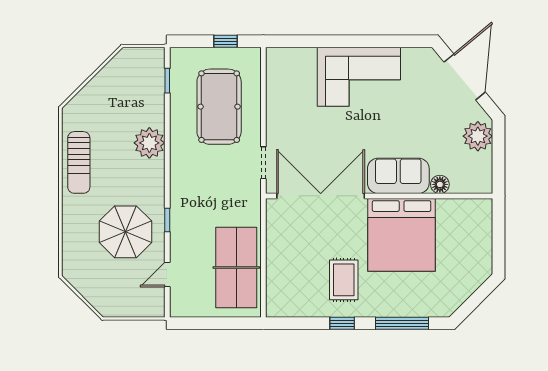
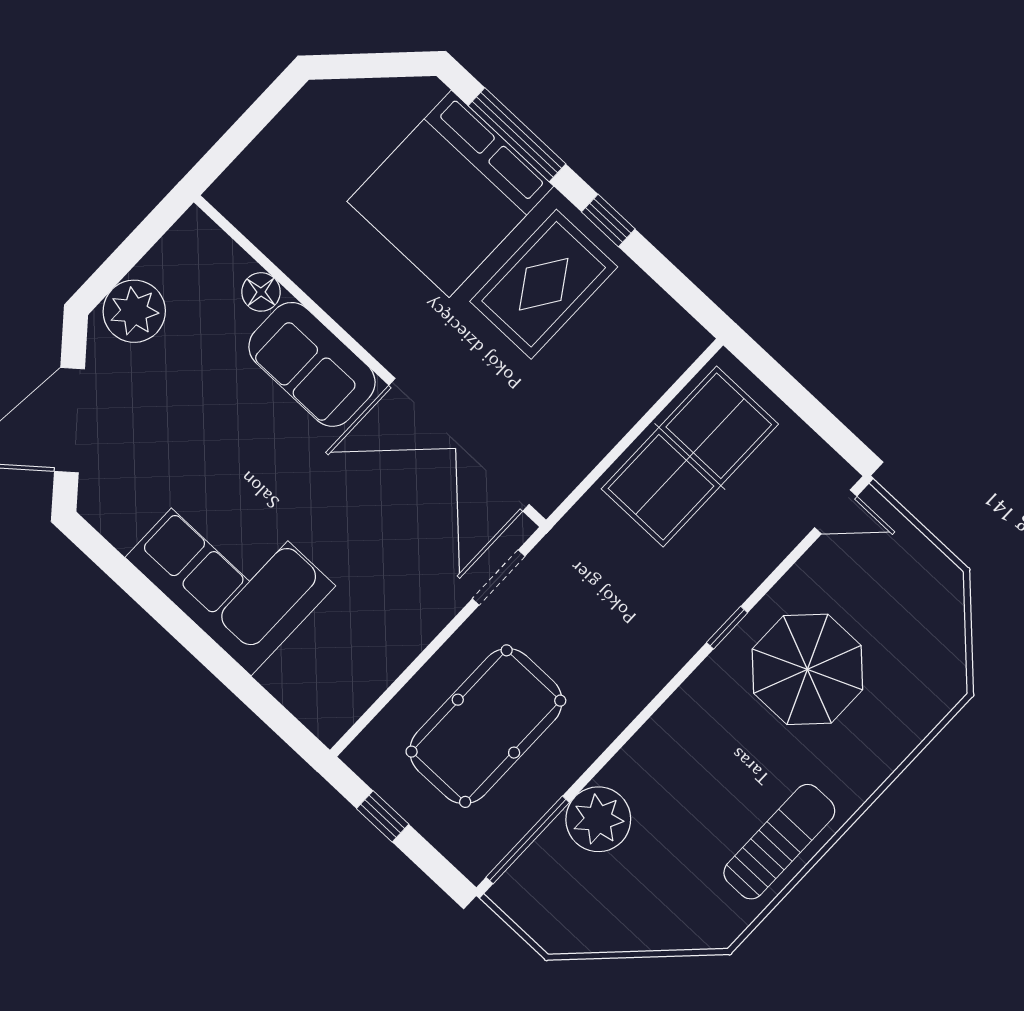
window: (167, 81) -> (528, 840), width x2.17
plant: (149, 143) -> (598, 819), moved
bed: (402, 235) -> (450, 194), moved, turned 180
door: (167, 275) -> (836, 512), moved
rug: (344, 280) -> (544, 284), width x1.36, depth x1.43

